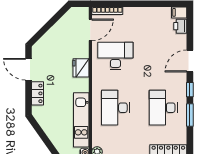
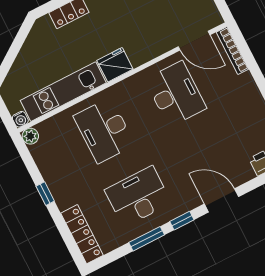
fridge: (81, 68) -> (115, 65), moved
desk: (115, 108) -> (104, 130), turned -90

